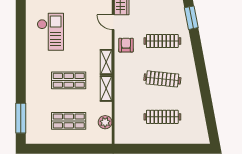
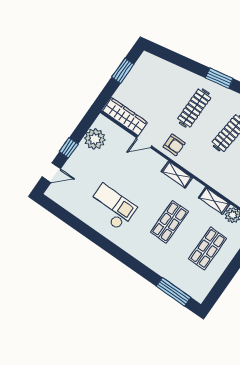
window: (191, 18) -> (219, 78), moved
armchair: (126, 45) -> (174, 145), turned 180
shelving: (106, 88) -> (214, 201), moved

